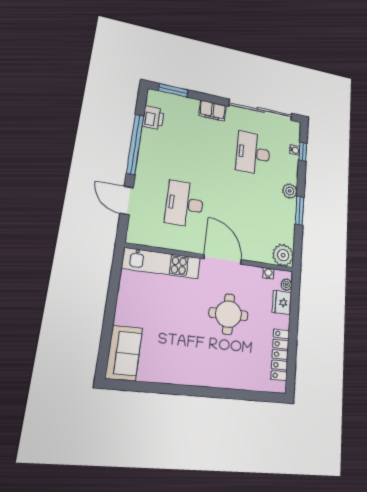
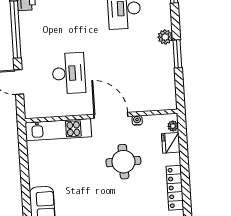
desk: (185, 204) -> (69, 73), turned 180
plant: (283, 255) -> (166, 100), removed
water cooler: (268, 273) -> (137, 120), moved

